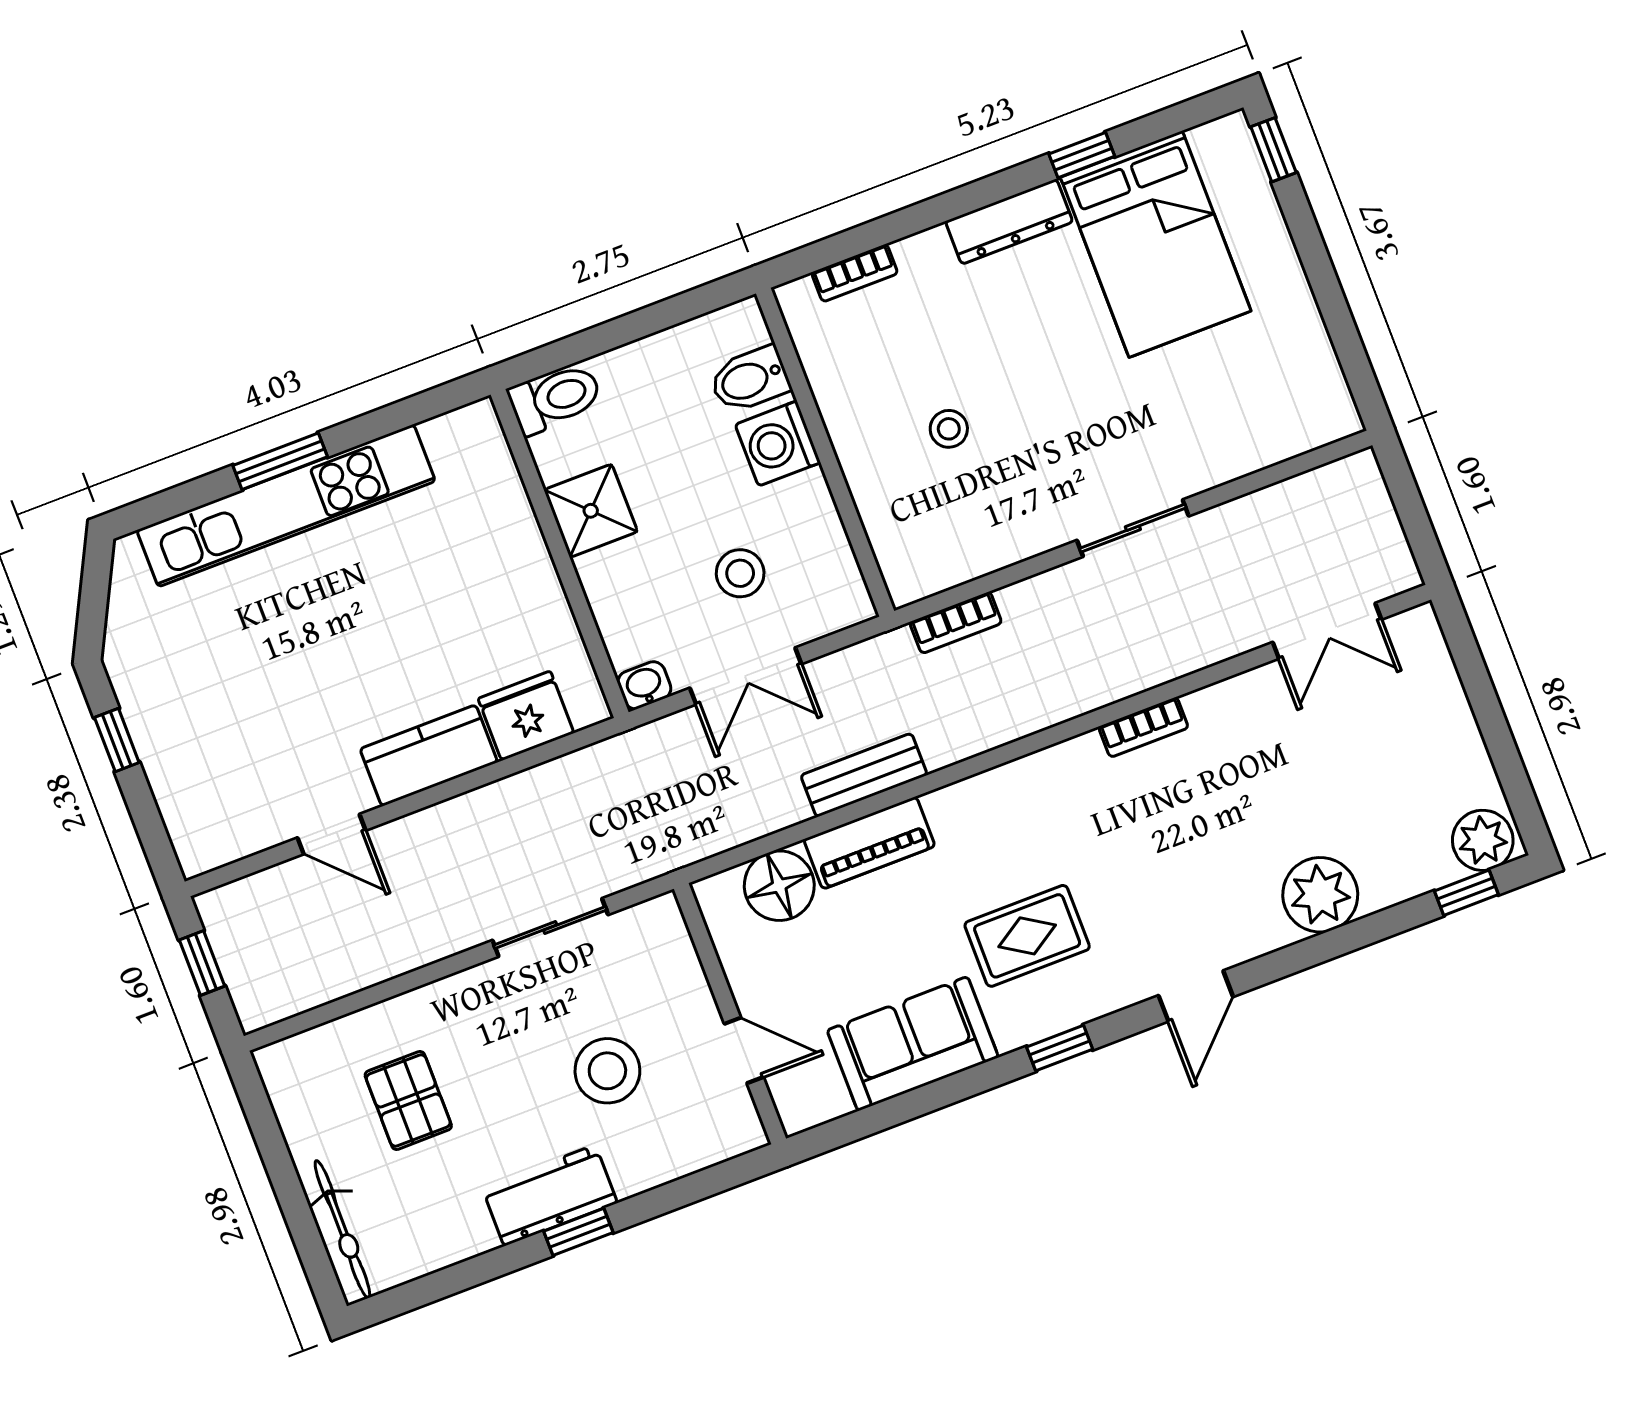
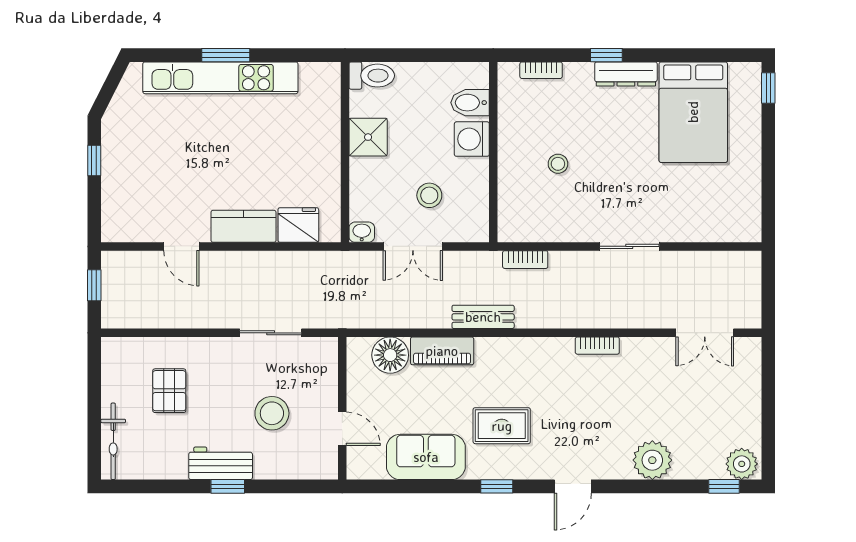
window: (1082, 155) -> (606, 55), moved
bench: (864, 775) -> (483, 317), moved

